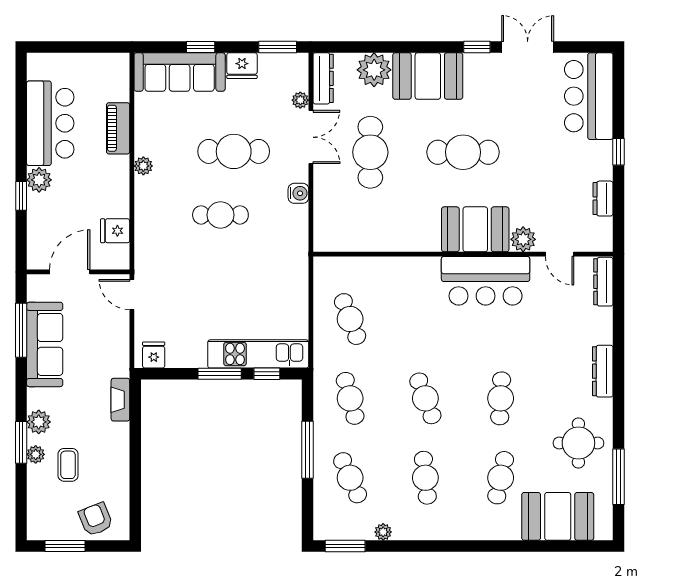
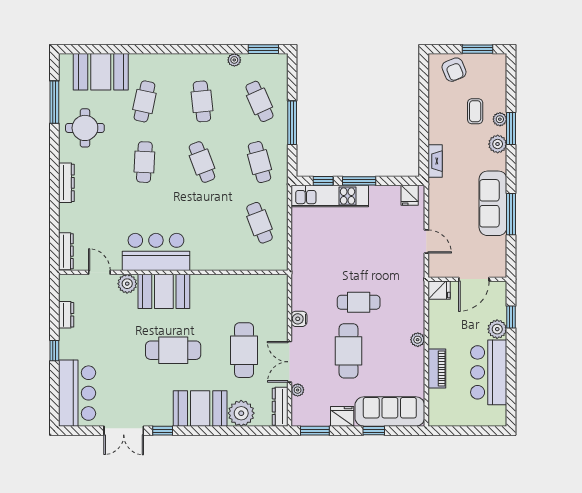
cafe table: (234, 151) -> (349, 351), turned 90
door: (70, 272) -> (474, 279), moved
wall: (78, 272) -> (467, 279), moved

